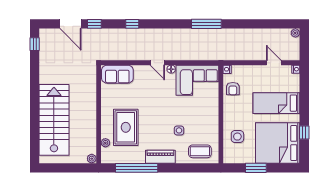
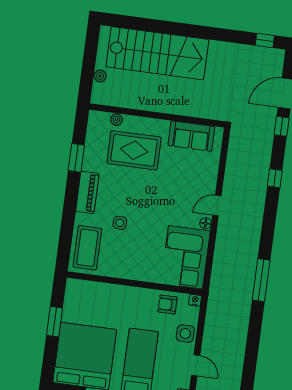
door: (274, 63) -> (196, 365), hinge flipped
sofa: (117, 74) -> (191, 136), moved, turned -90
side table: (237, 137) -> (185, 333), moved
coffee table: (200, 151) -> (87, 248), width x1.36, depth x1.32
plant: (92, 159) -> (100, 76), moved
window: (137, 168) -> (76, 158), width x0.47

